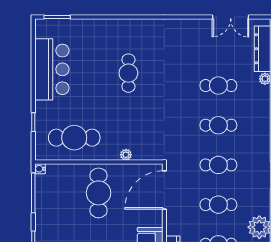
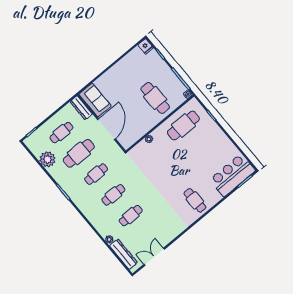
bar counter: (52, 69) -> (232, 175), moved, turned 90
cafe table: (128, 73) -> (195, 200), moved
door: (164, 190) -> (106, 129), moved
cafe table: (99, 193) -> (155, 98), moved
cafe table: (218, 205) -> (79, 153), width x1.37, depth x1.35

